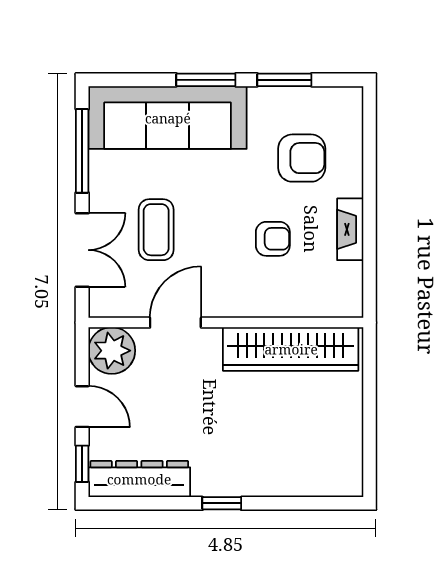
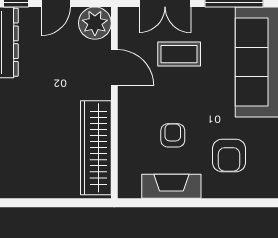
fireplace: (350, 229) -> (171, 186), width x1.37, depth x1.32
armchair: (273, 239) -> (173, 135), turned 180

